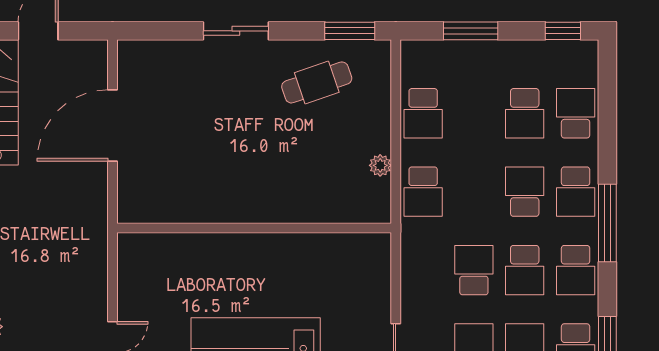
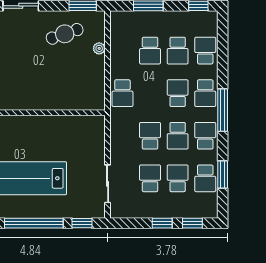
school desk: (423, 113) -> (150, 51), moved
plant: (380, 165) -> (99, 48), moved
school desk: (576, 270) -> (205, 136), turned 180

